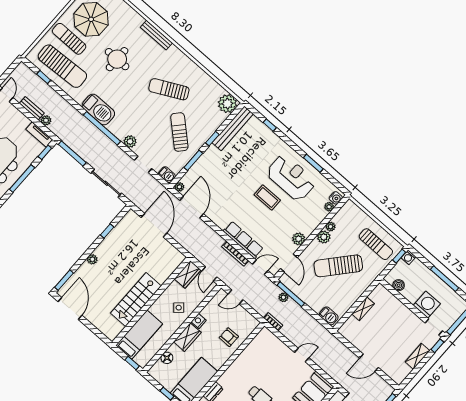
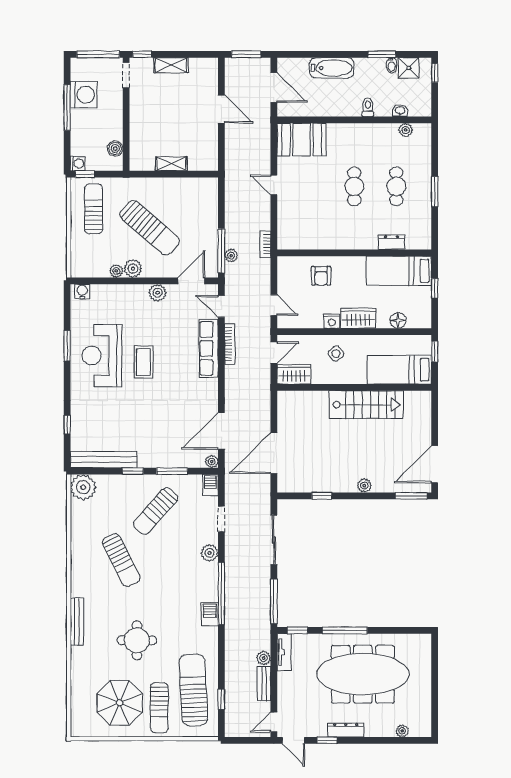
barbecue: (98, 109) -> (210, 614), width x0.53, depth x0.65
plant: (329, 207) -> (97, 290), removed
washing machine: (427, 305) -> (84, 95), moved, turned 180
barbecue: (329, 316) -> (209, 193), removed

